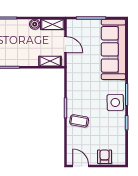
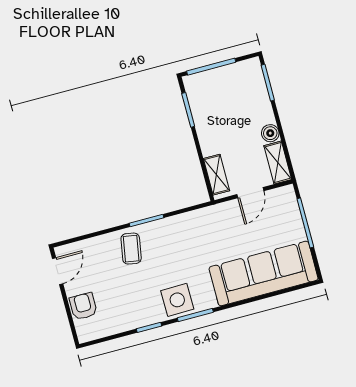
armchair: (105, 157) -> (83, 306), turned -90

